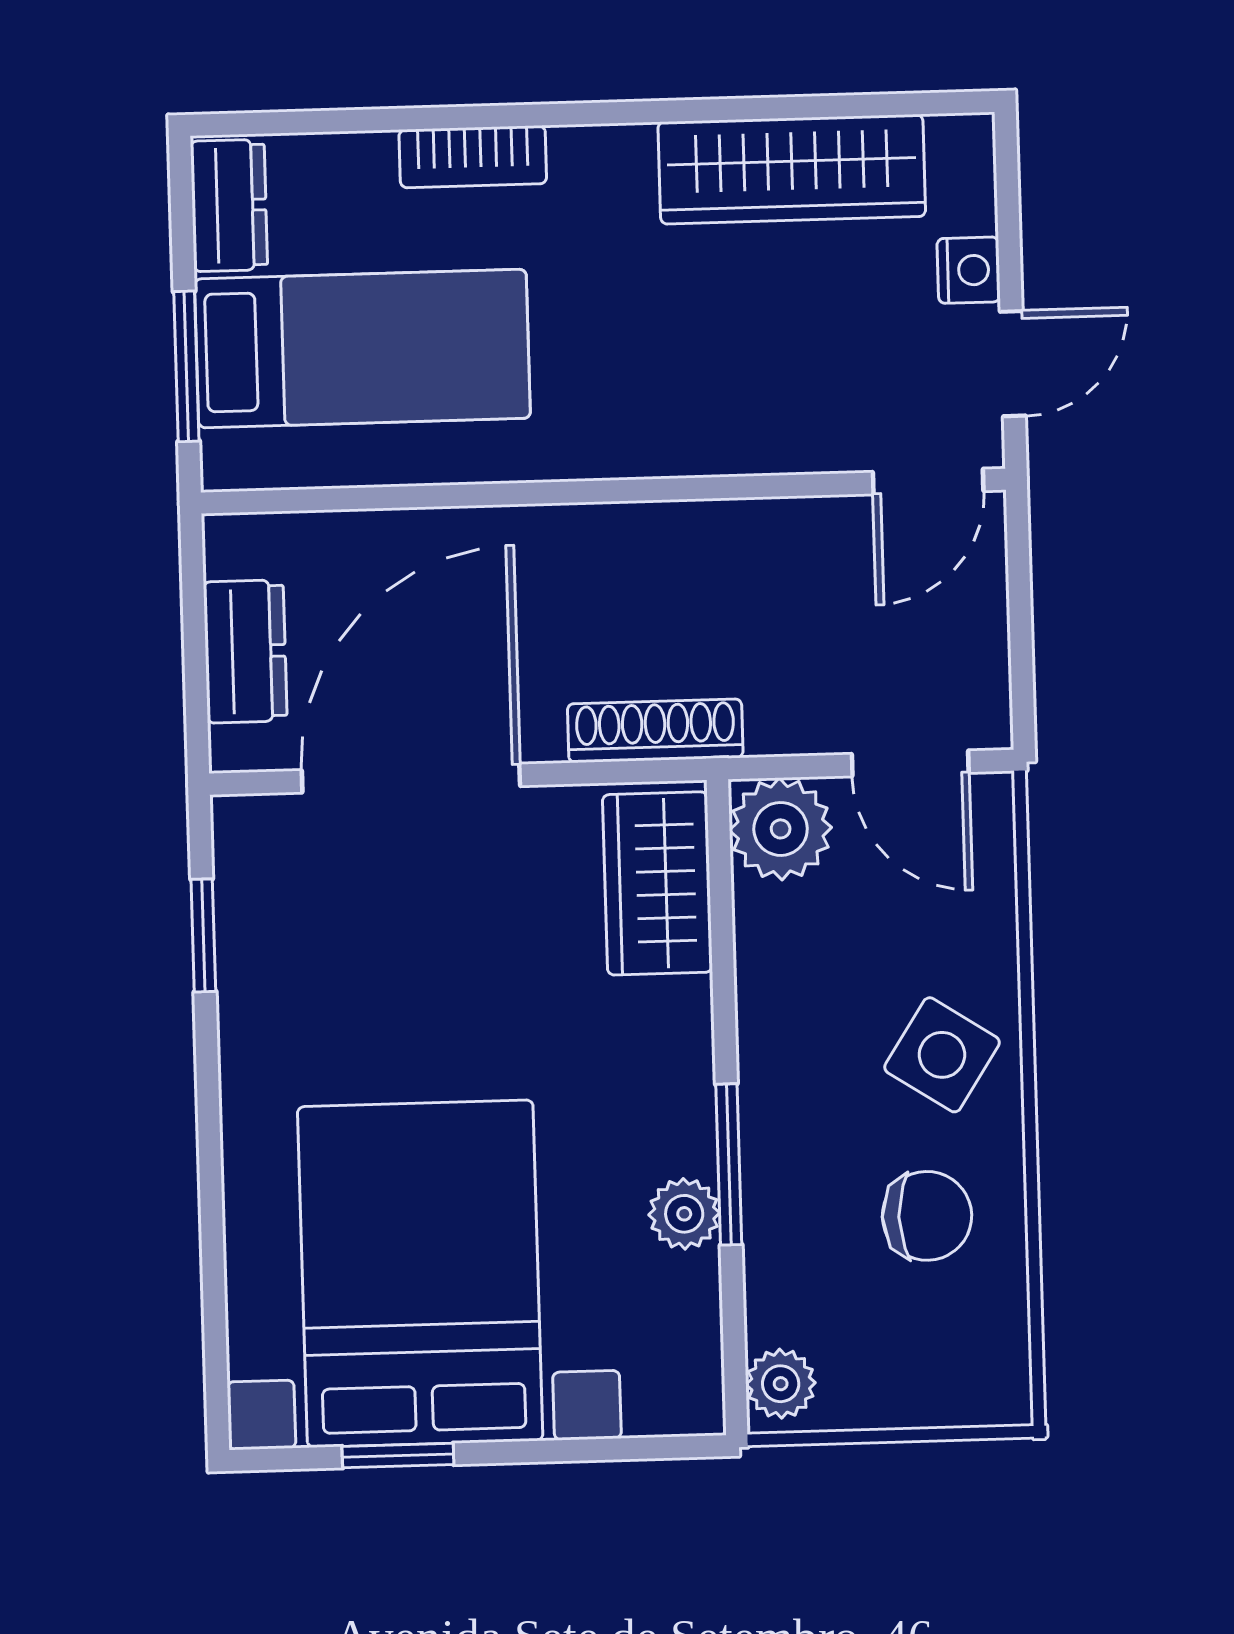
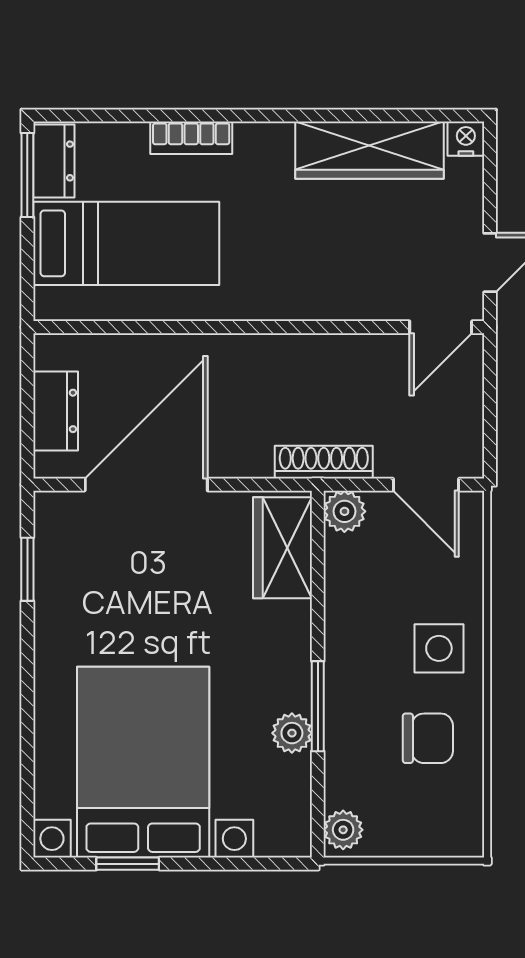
nightstand: (969, 270) -> (466, 139), moved, turned -90
window: (186, 366) -> (27, 175), moved
shoe rack: (655, 731) -> (324, 462), moved
plant: (781, 829) -> (344, 511), width x0.73, depth x0.73
side table: (942, 1055) -> (439, 648), turned -33

